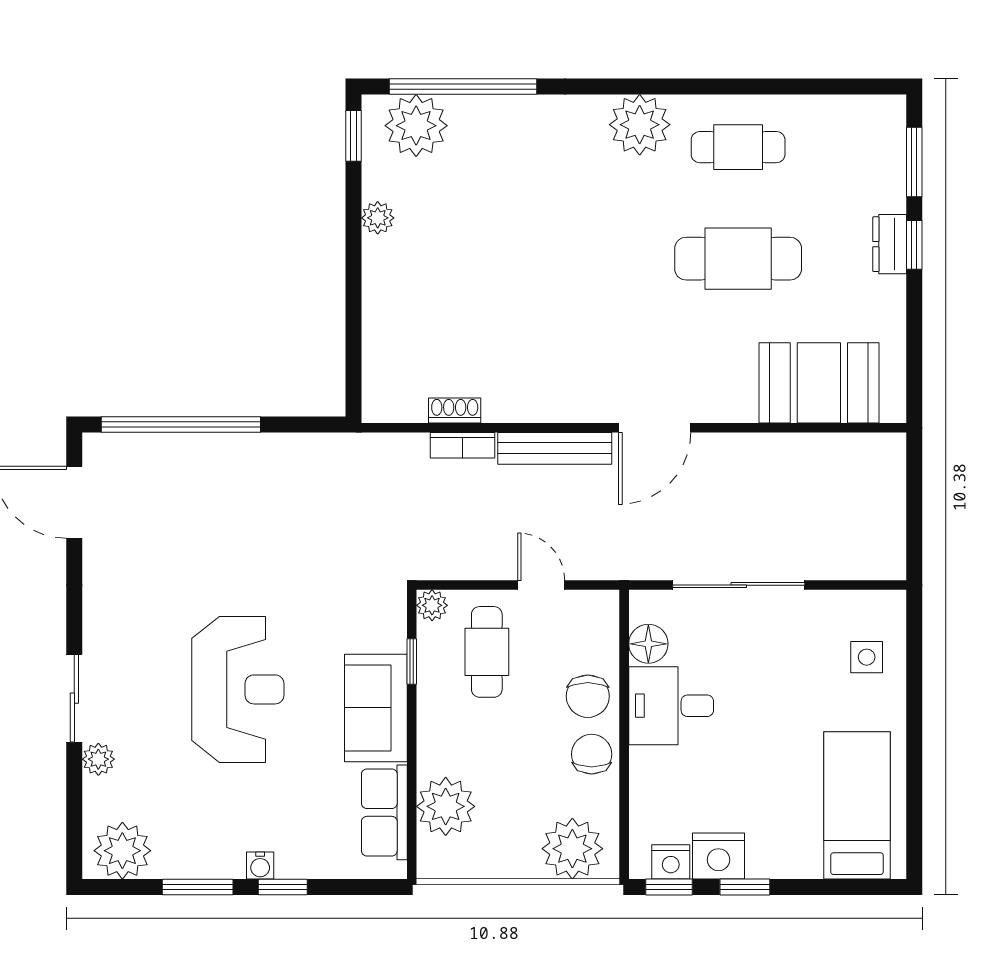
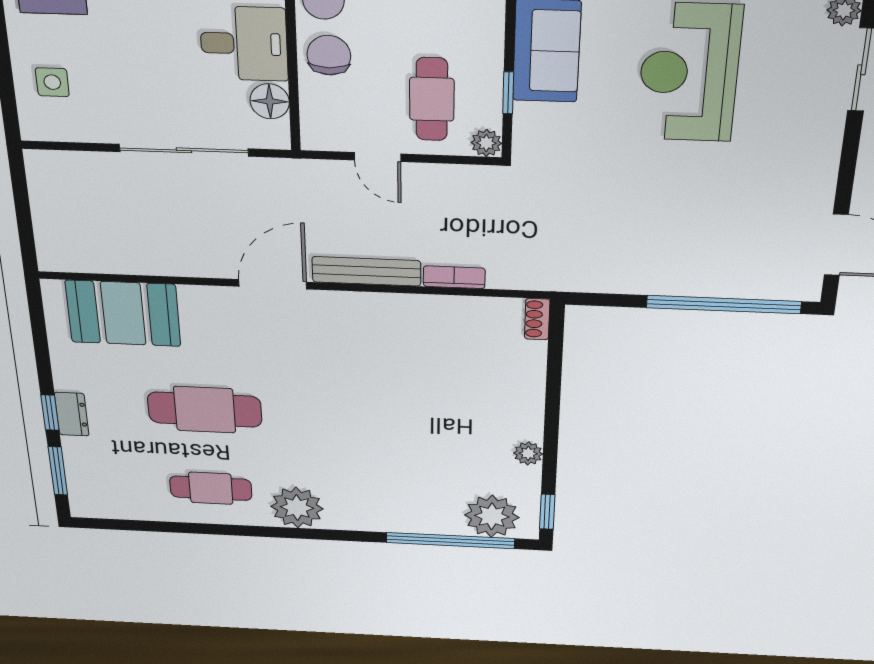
shoe rack: (455, 410) -> (537, 319), moved, turned 90

